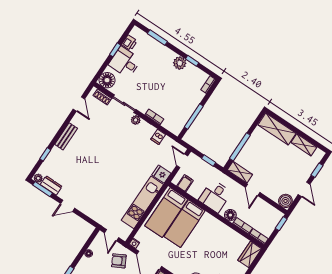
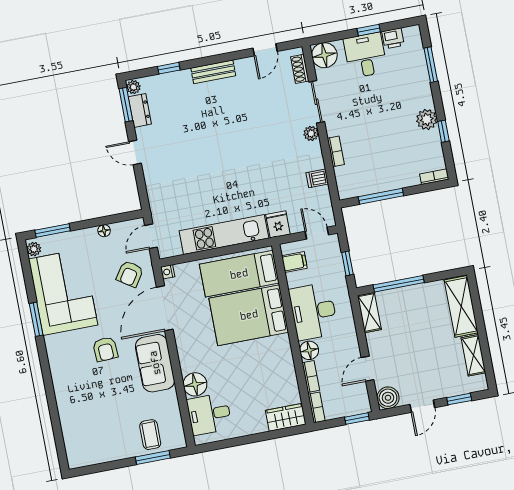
door: (182, 161) -> (317, 233), hinge flipped
door: (253, 190) -> (368, 369), moved
desk: (215, 196) -> (313, 311), width x1.37
bed: (184, 224) -> (249, 315), width x1.50
armchair: (119, 261) -> (130, 274), turned -118

